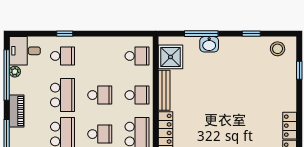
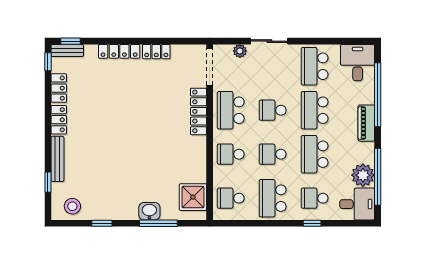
school desk: (100, 56) -> (273, 198), added
plant: (15, 72) -> (363, 175), width x1.88, depth x1.88
bench: (164, 90) -> (57, 159), moved
piano: (17, 111) -> (366, 123), moved

